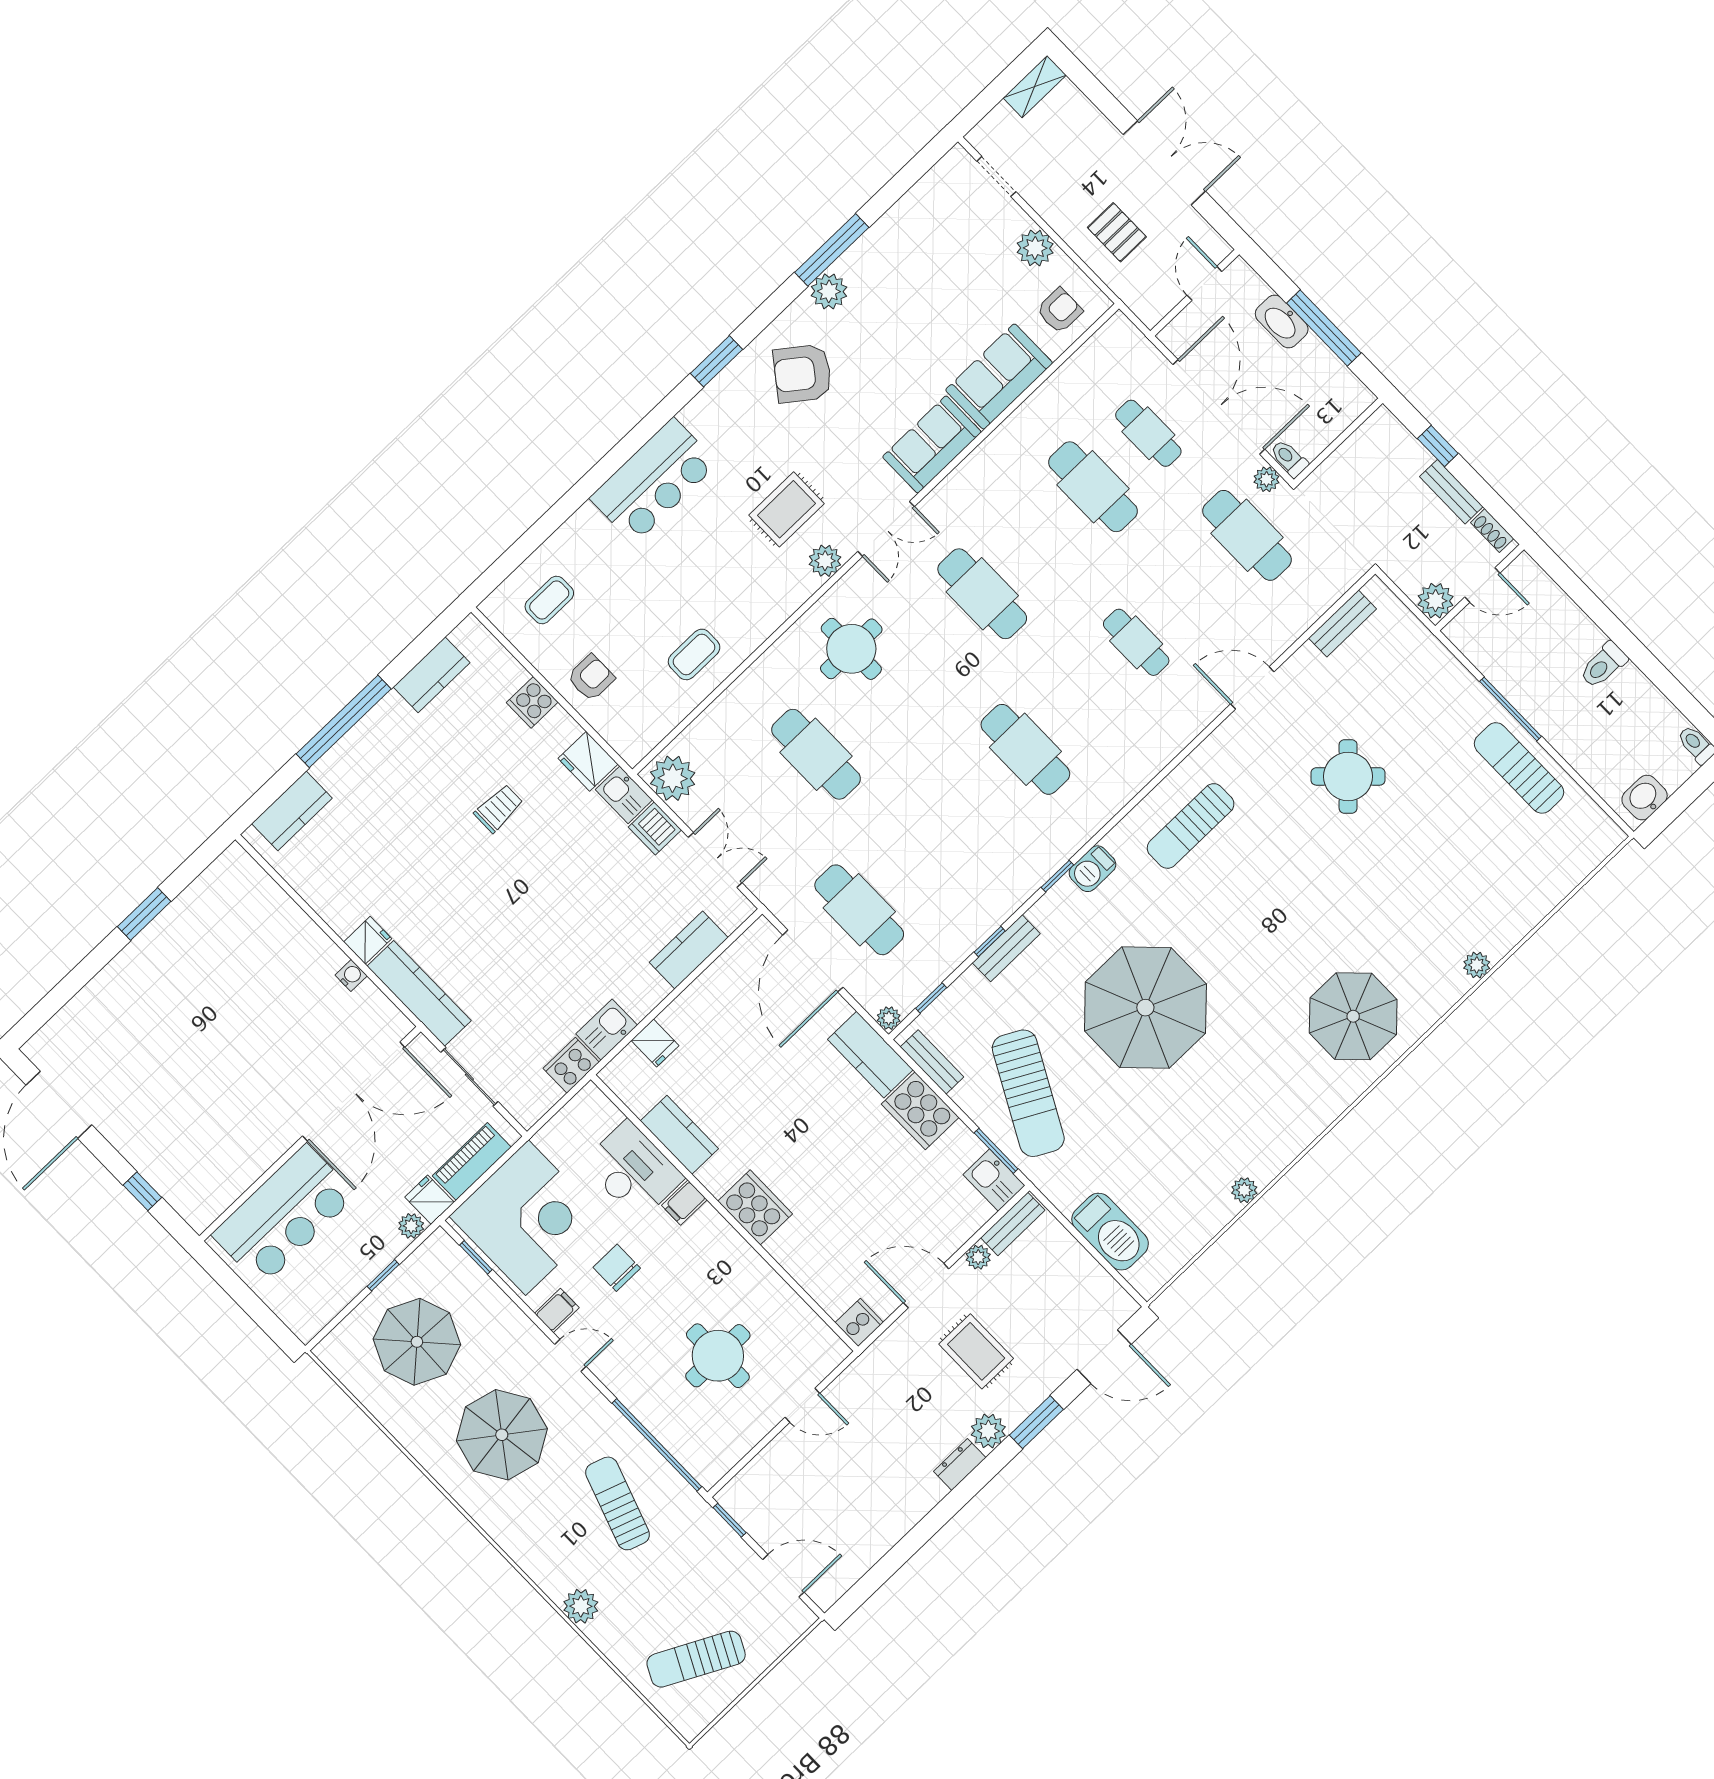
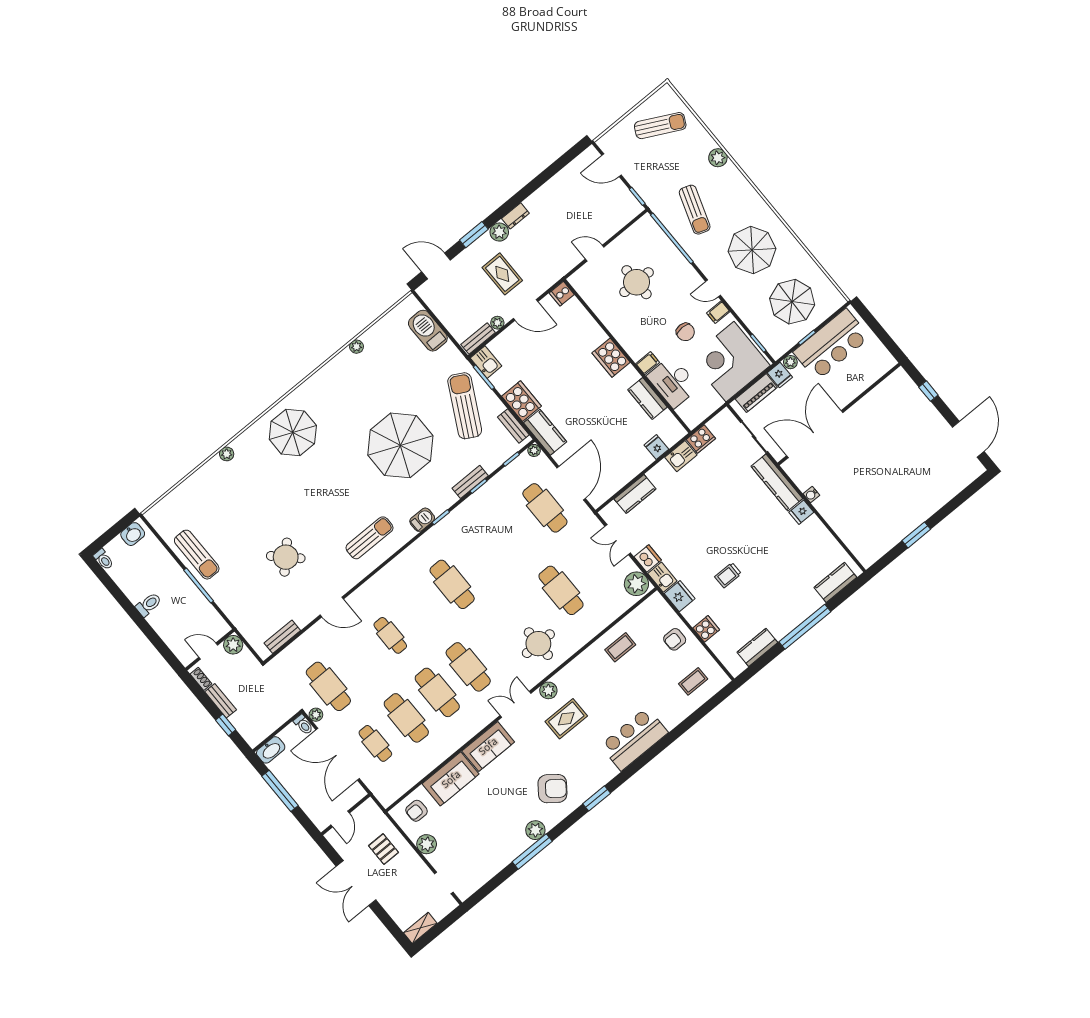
washbasin: (1282, 322) -> (271, 750), moved, turned 90
cafe table: (1038, 540) -> (437, 692), added
bar counter: (284, 1215) -> (831, 345), moved, turned 180

